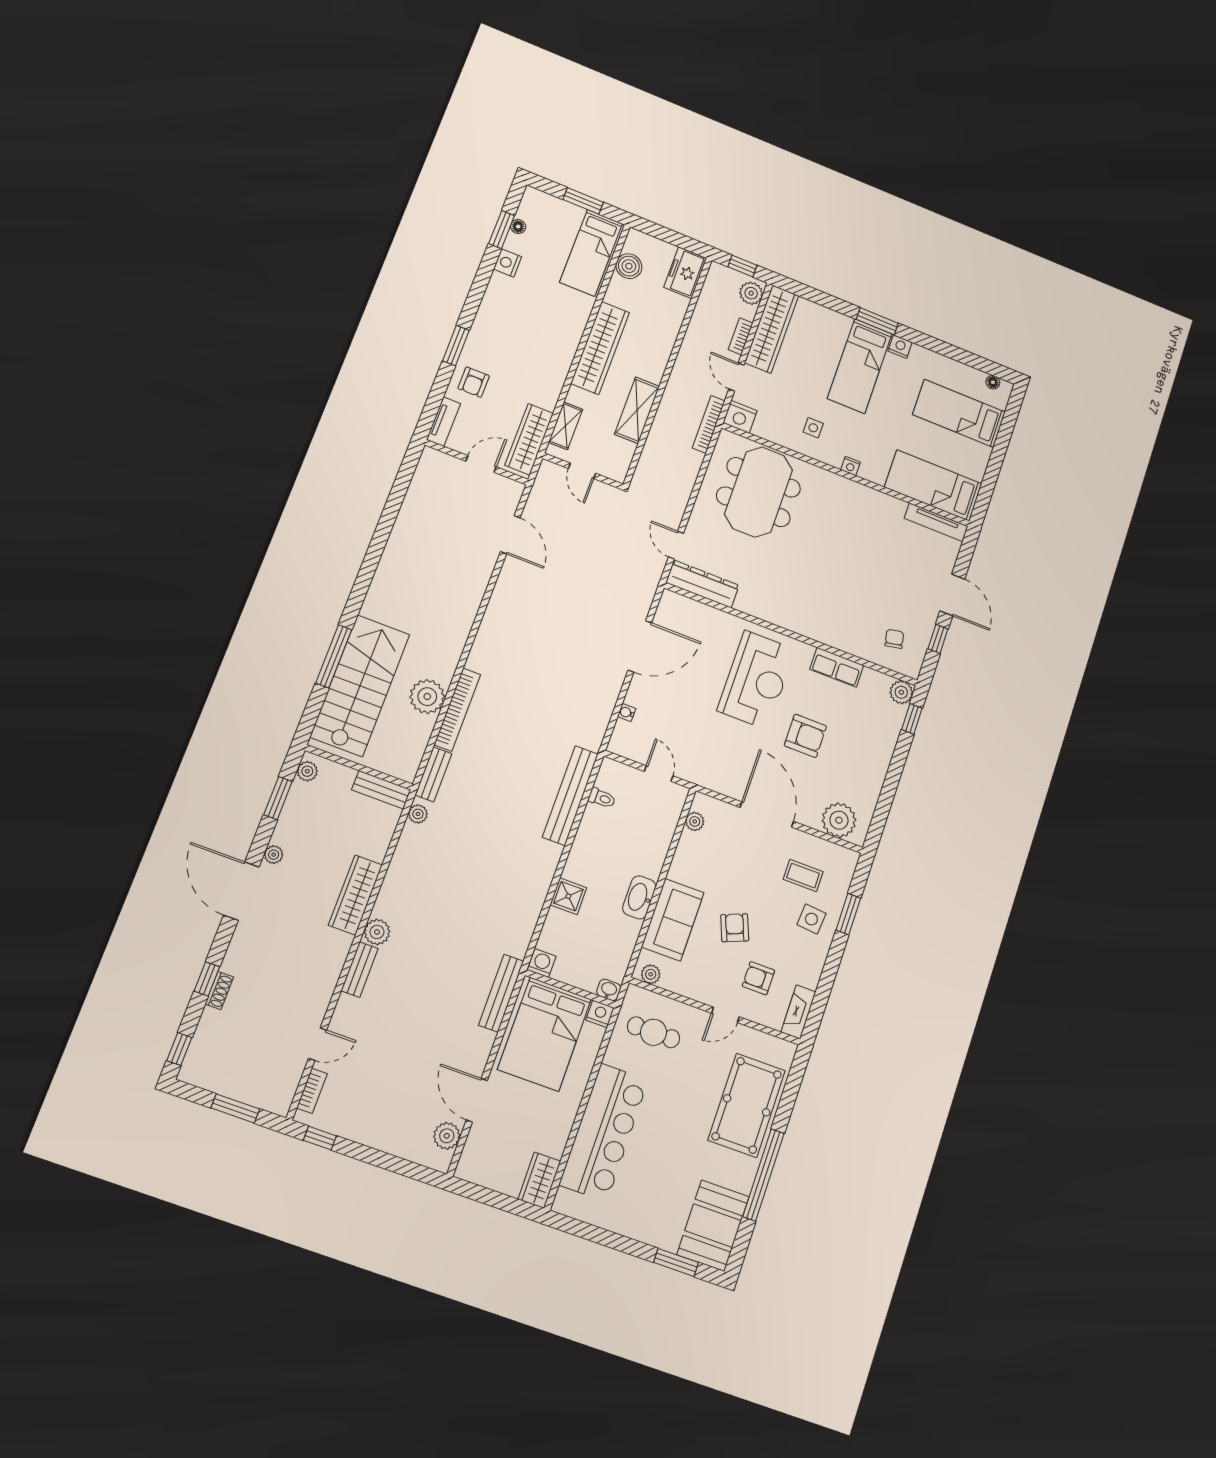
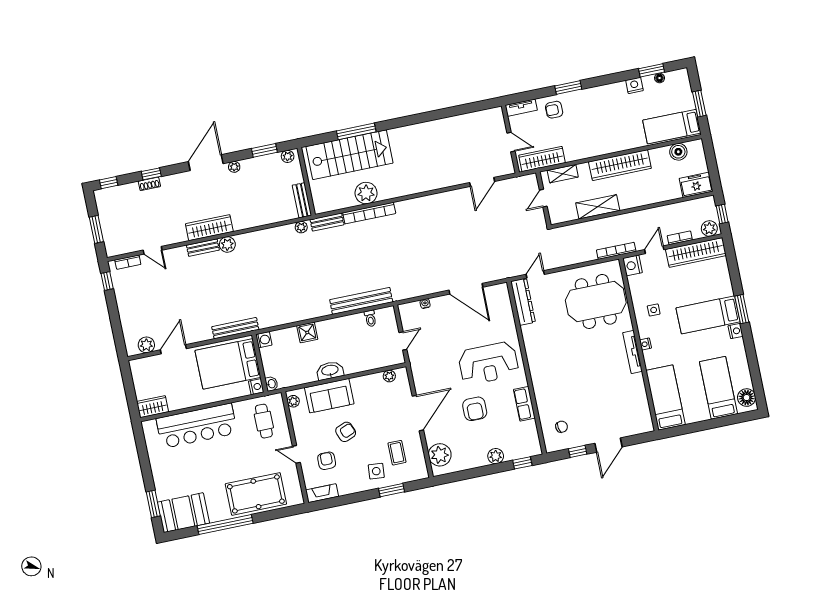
floor lamp: (993, 382) -> (747, 398), width x1.89, depth x1.89
tv unit: (936, 522) -> (633, 352), moved
plant: (901, 692) -> (496, 456), moved
wardrobe: (355, 895) -> (209, 228), moved

